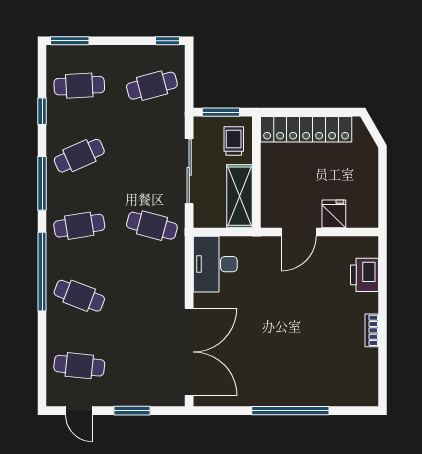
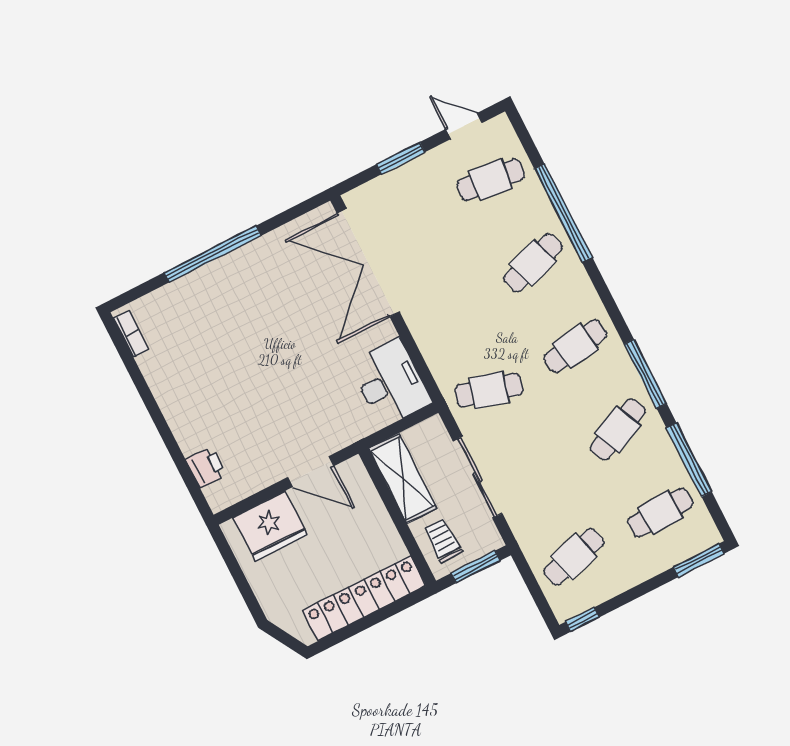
window: (42, 111) -> (689, 460), width x2.17
trolley: (234, 141) -> (443, 540), turned 180
fridge: (334, 214) -> (270, 526), width x1.88, depth x1.34
door: (299, 232) -> (311, 472), swing flipped
window: (42, 272) -> (563, 213), moved
printer: (364, 275) -> (206, 467), width x0.73, depth x0.81
cafe table: (79, 296) -> (533, 263), turned -39
bookcase: (372, 330) -> (131, 334), moved

